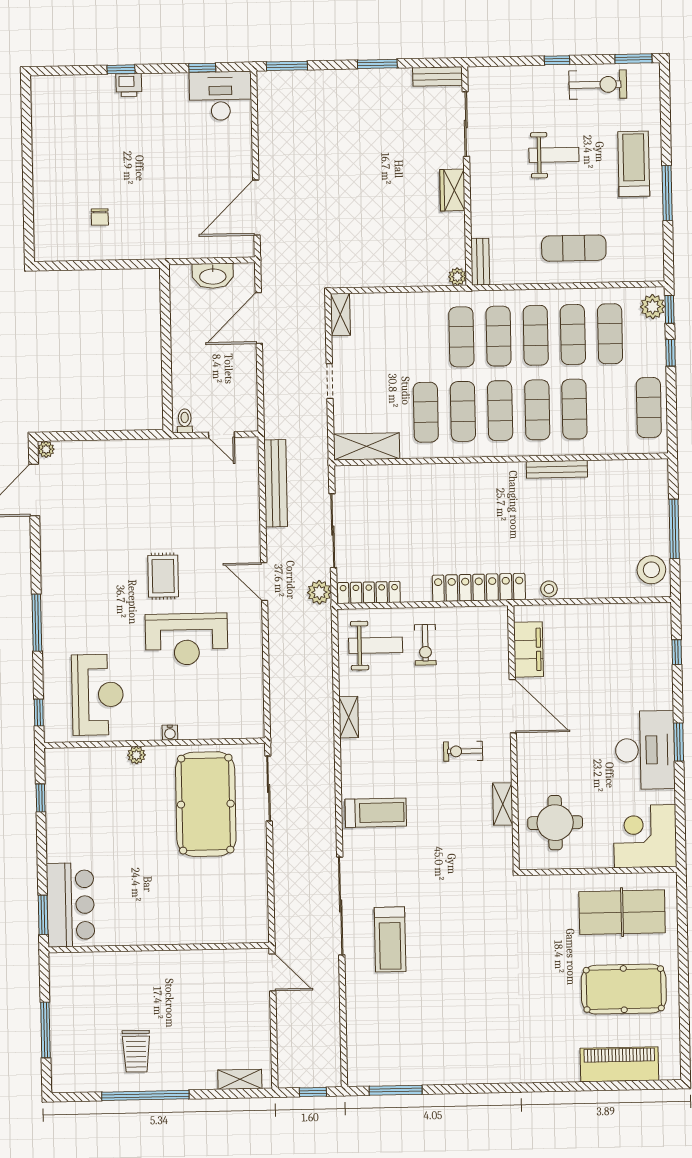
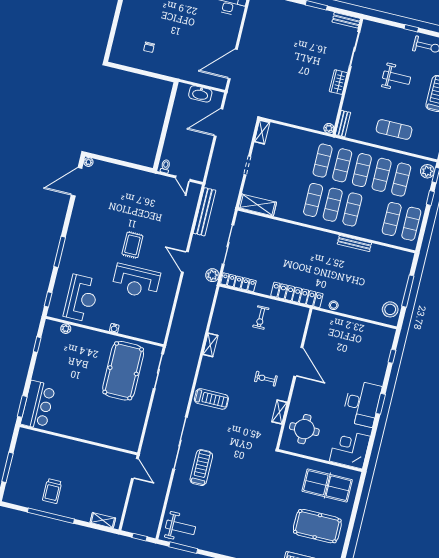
exercise mat: (574, 409) -> (392, 219), moved
exercise mat: (426, 412) -> (293, 195), removed
weight bench: (376, 645) -> (181, 527), moved
filing cabinet: (529, 649) -> (314, 334), removed
plant: (136, 755) -> (66, 329), moved
treadmill: (390, 939) -> (201, 468), turned 180

